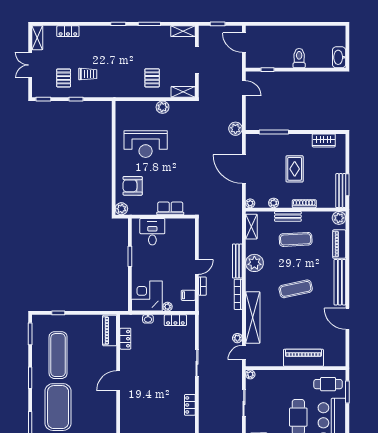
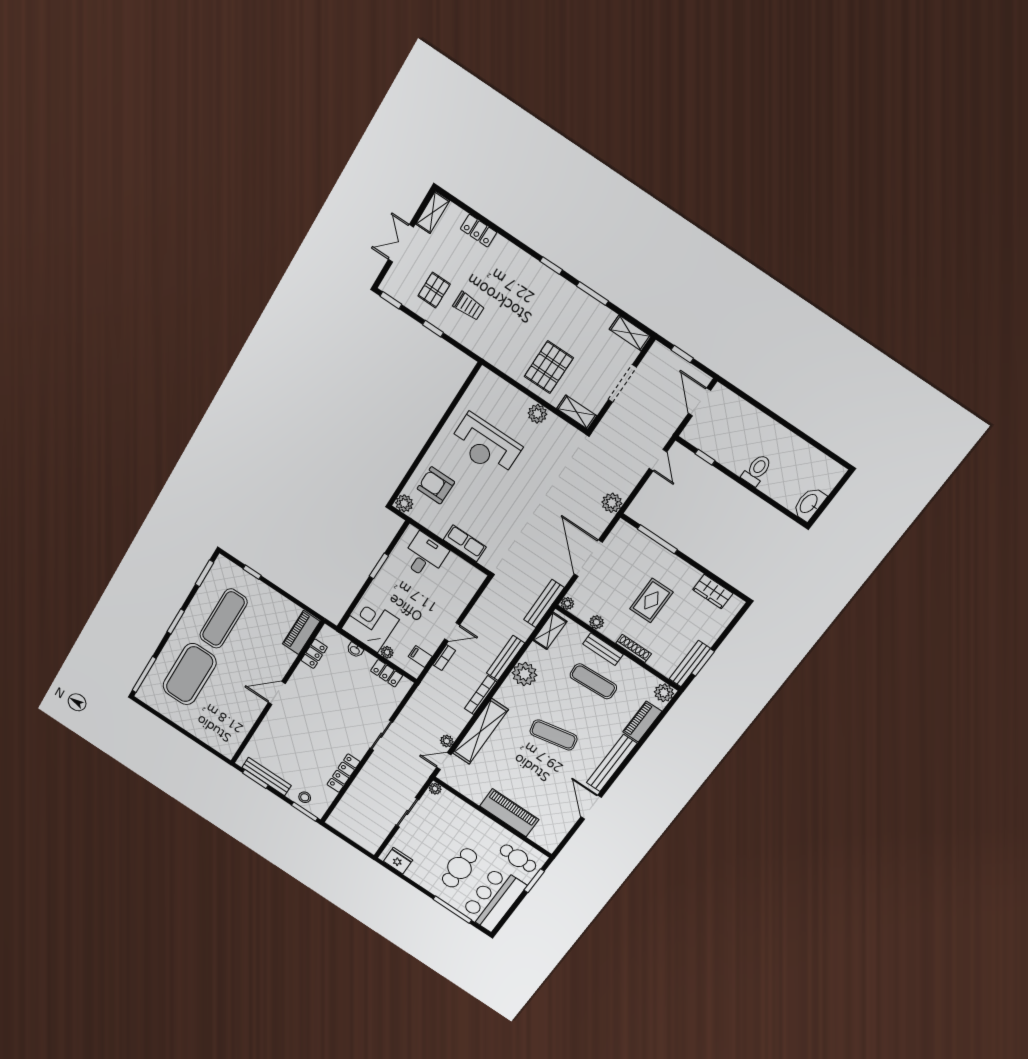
pallet: (152, 78) -> (549, 367), width x1.50, depth x1.42
bench: (237, 213) -> (544, 604), added
locker: (190, 405) -> (343, 773), width x1.53

